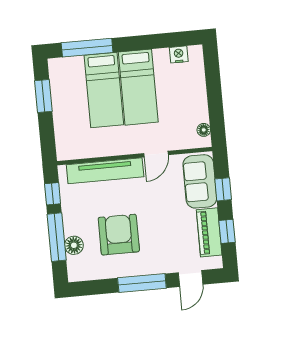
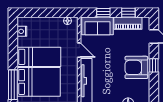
bed: (104, 90) -> (39, 82), width x1.50
armchair: (119, 235) -> (136, 67), moved
window: (142, 283) -> (154, 65), width x0.46

